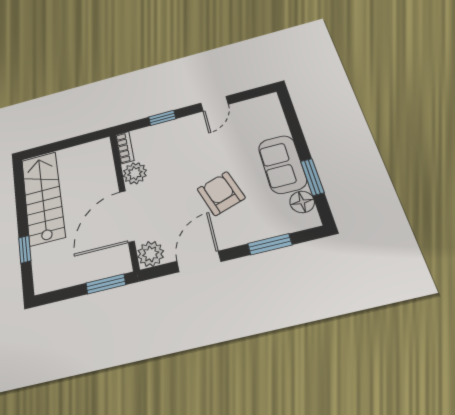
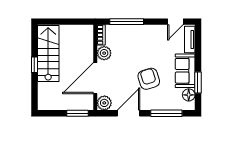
door: (214, 104) -> (175, 22), moved
tv unit: (275, 115) -> (190, 40), added
window: (162, 118) -> (127, 22), width x2.17
window: (270, 244) -> (166, 113), width x1.44
window: (25, 249) -> (34, 65), moved

